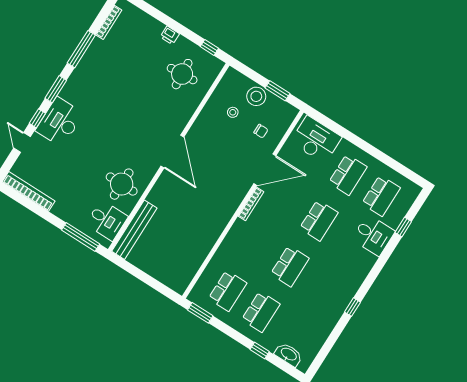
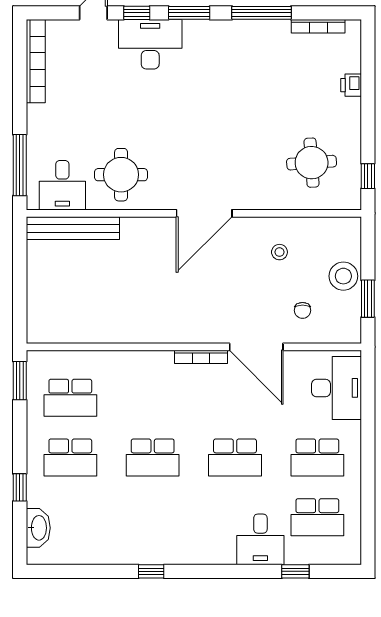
printer: (170, 35) -> (351, 85), moved
stool: (233, 112) -> (279, 252), moved

